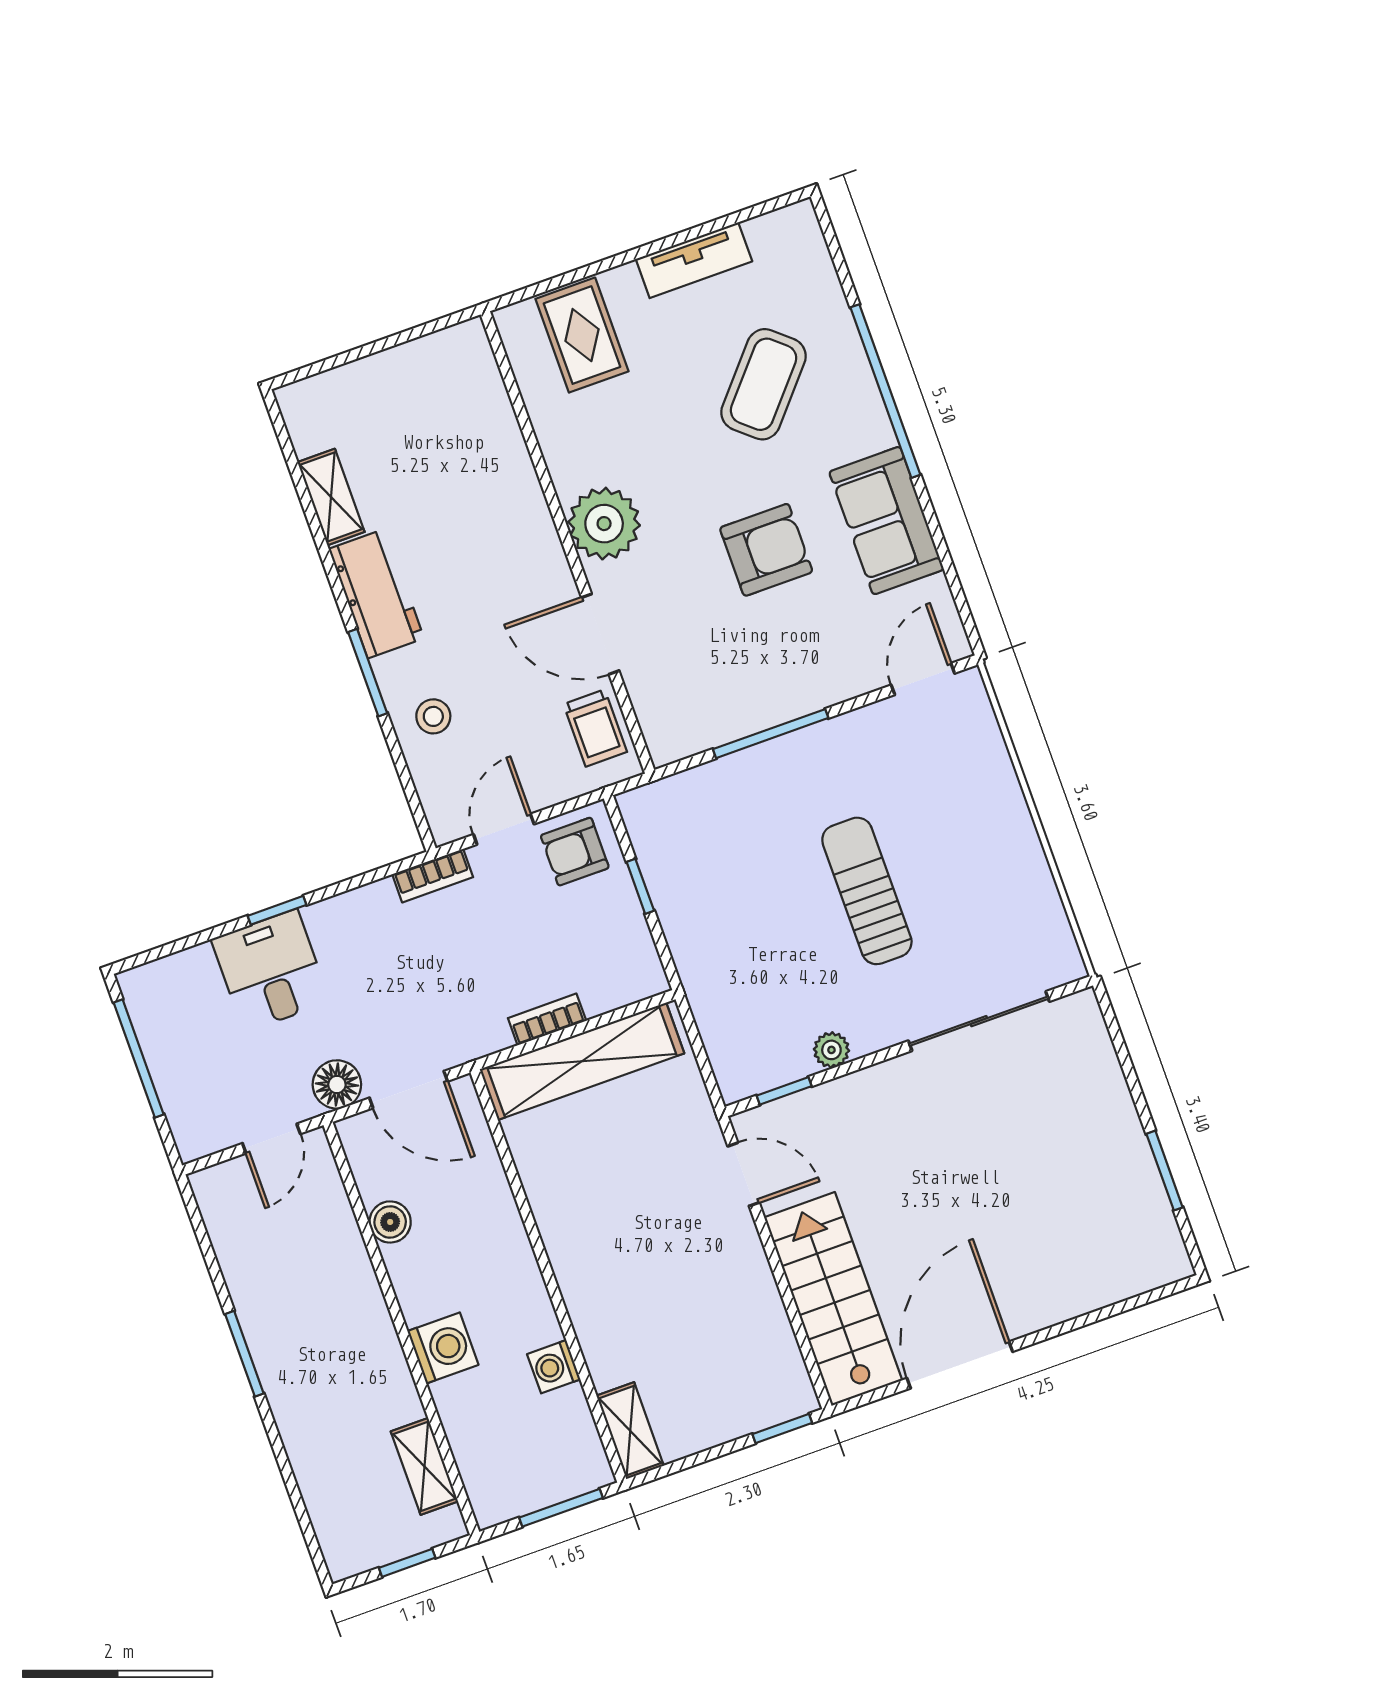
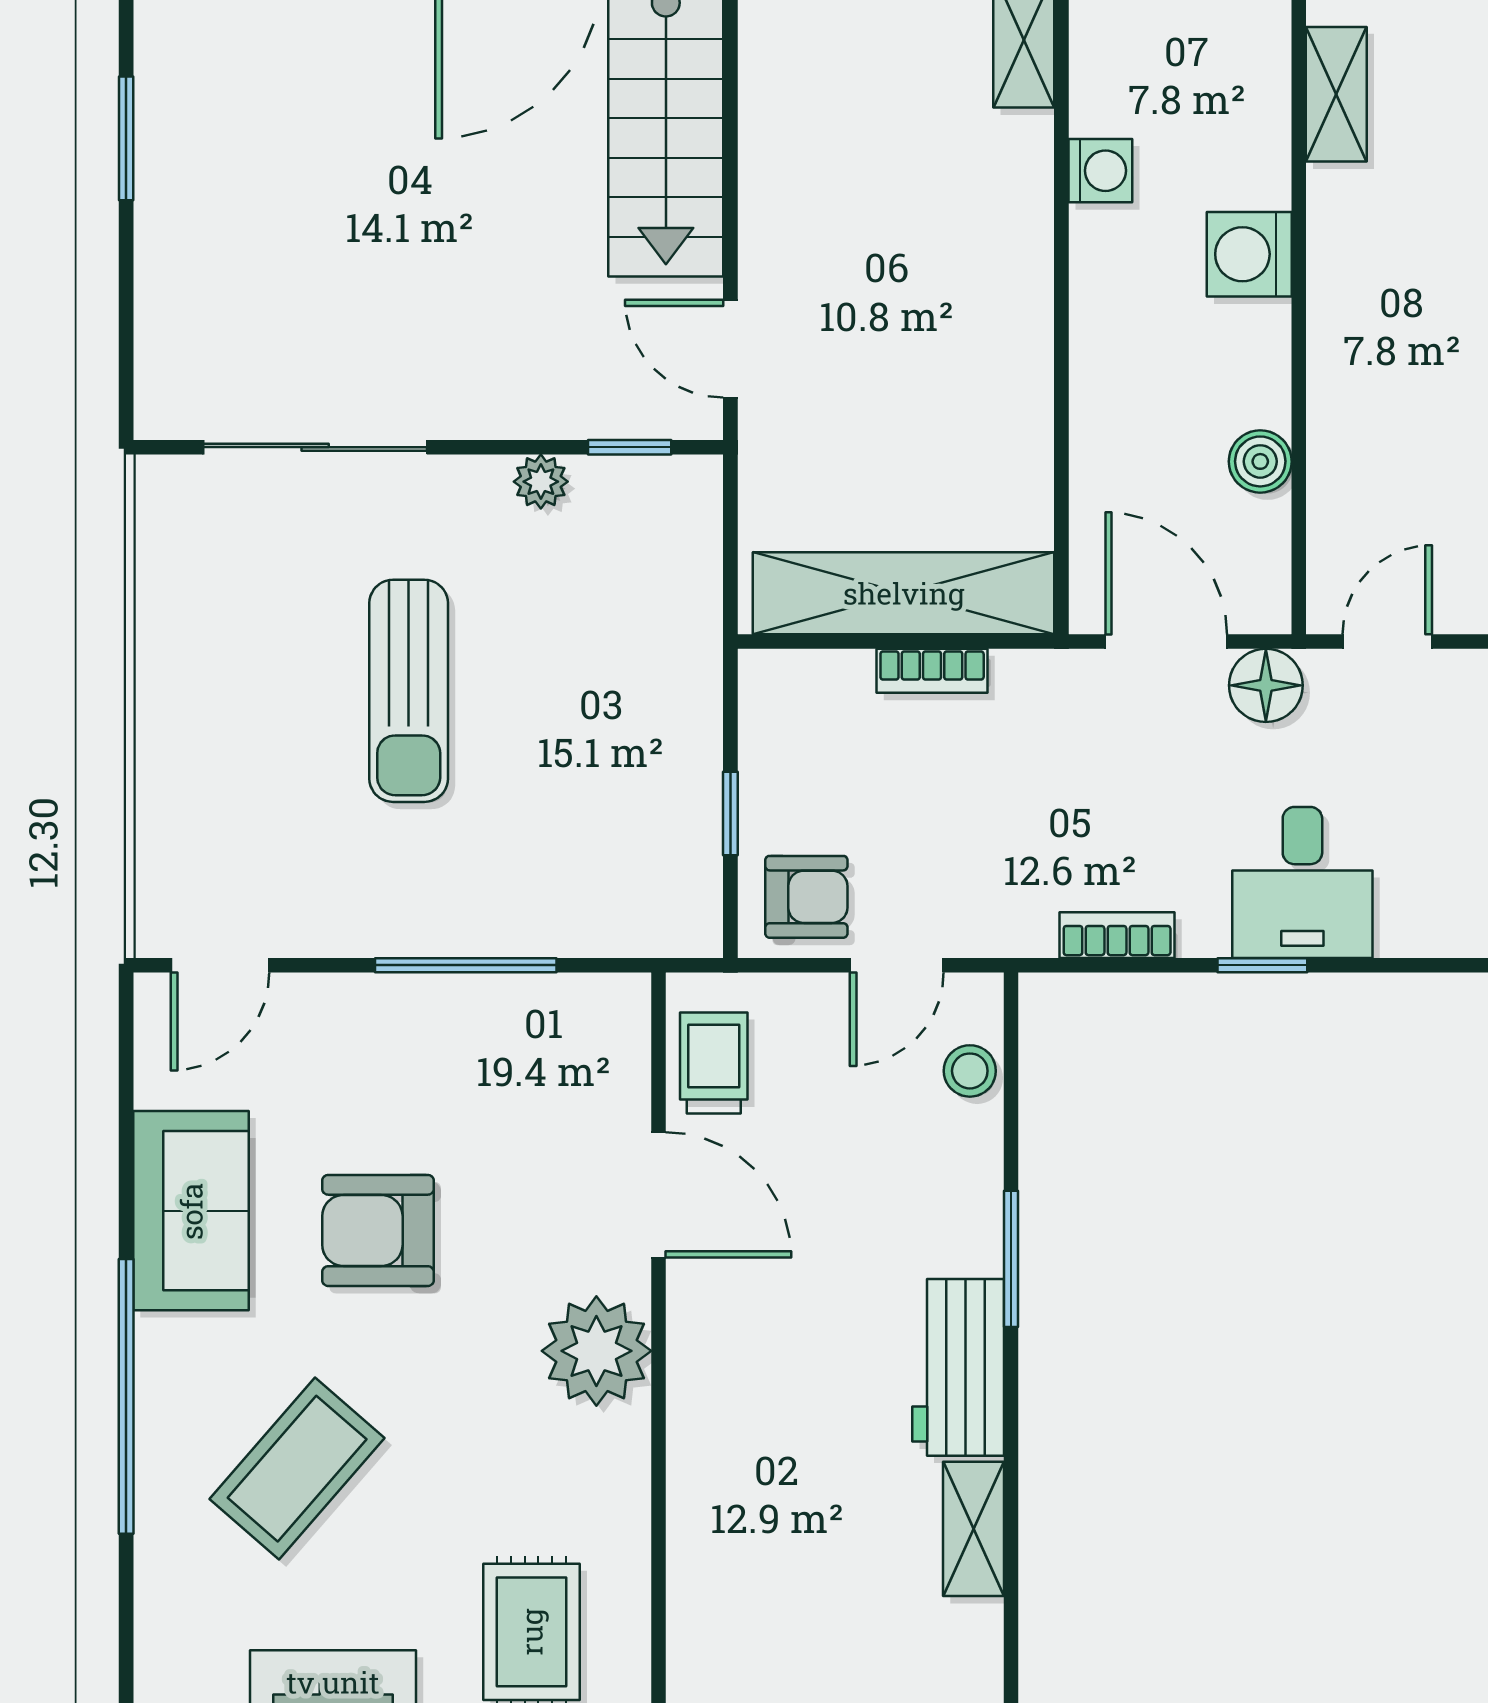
stool: (433, 716) -> (970, 1071), moved
bookcase: (433, 876) -> (1117, 935), moved

